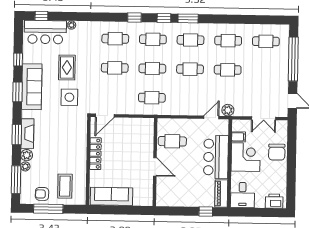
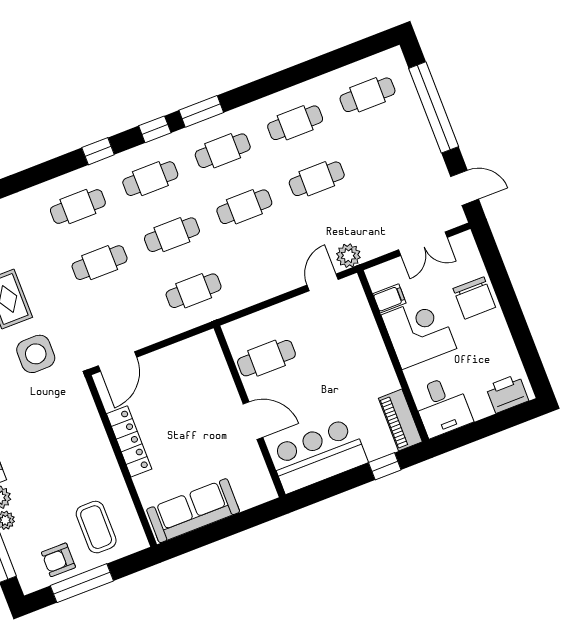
bar counter: (216, 157) -> (318, 456), moved, turned 90

